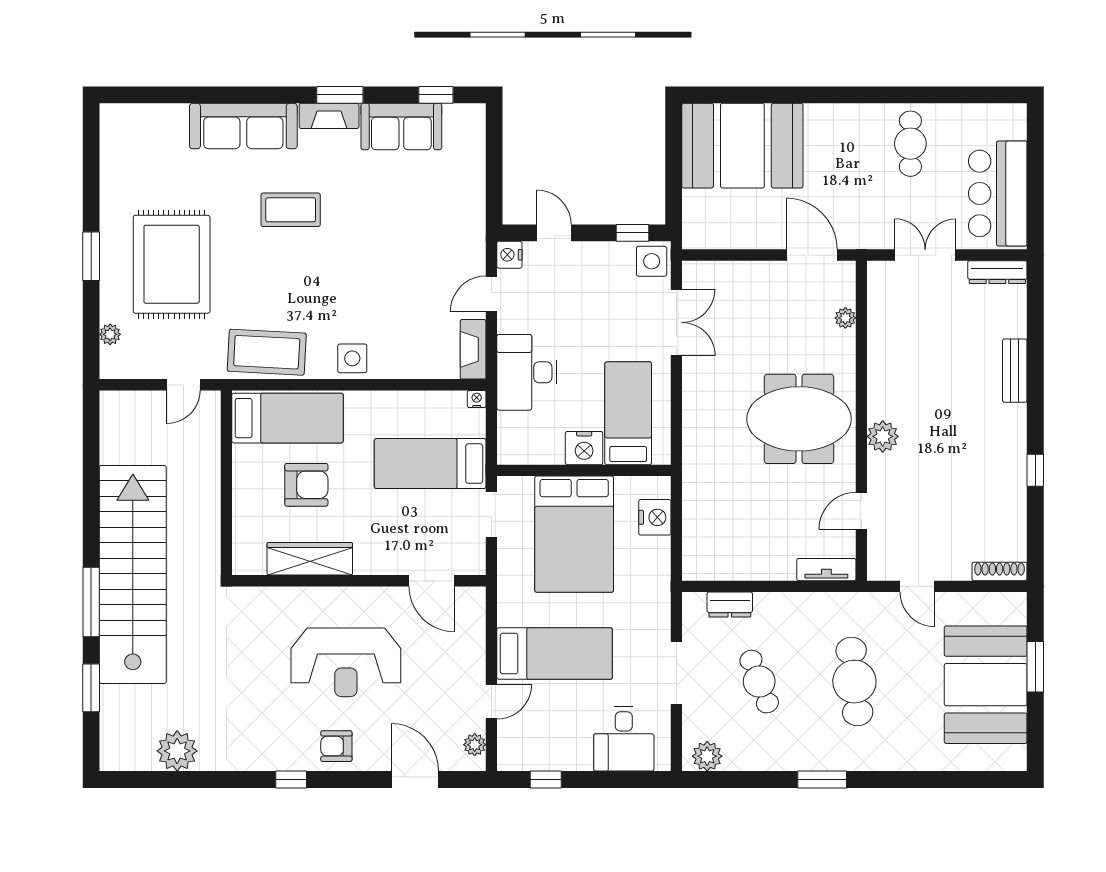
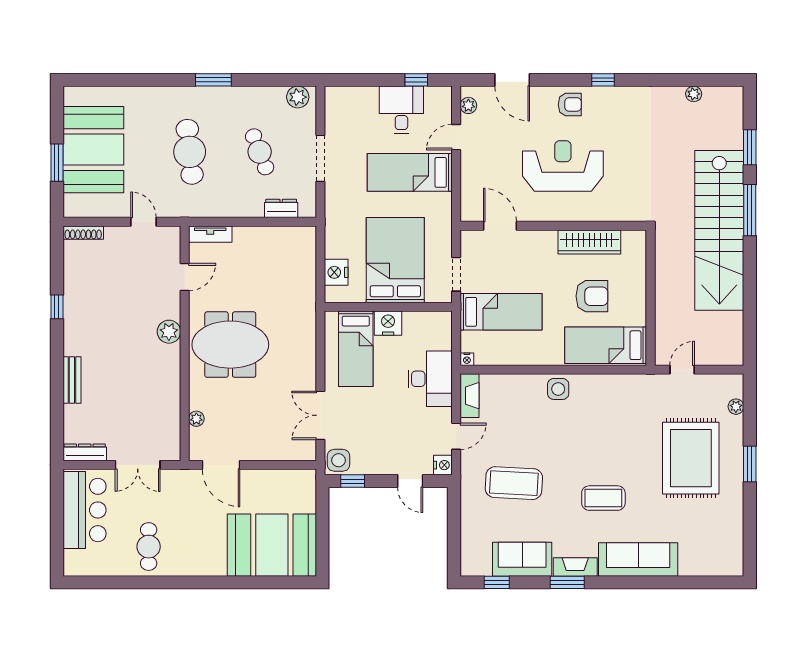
coffee table: (267, 352) -> (514, 483), moved
armchair: (306, 485) -> (592, 296), turned 180
desk: (624, 739) -> (401, 110), moved
plant: (177, 751) -> (694, 94), width x0.53, depth x0.53

